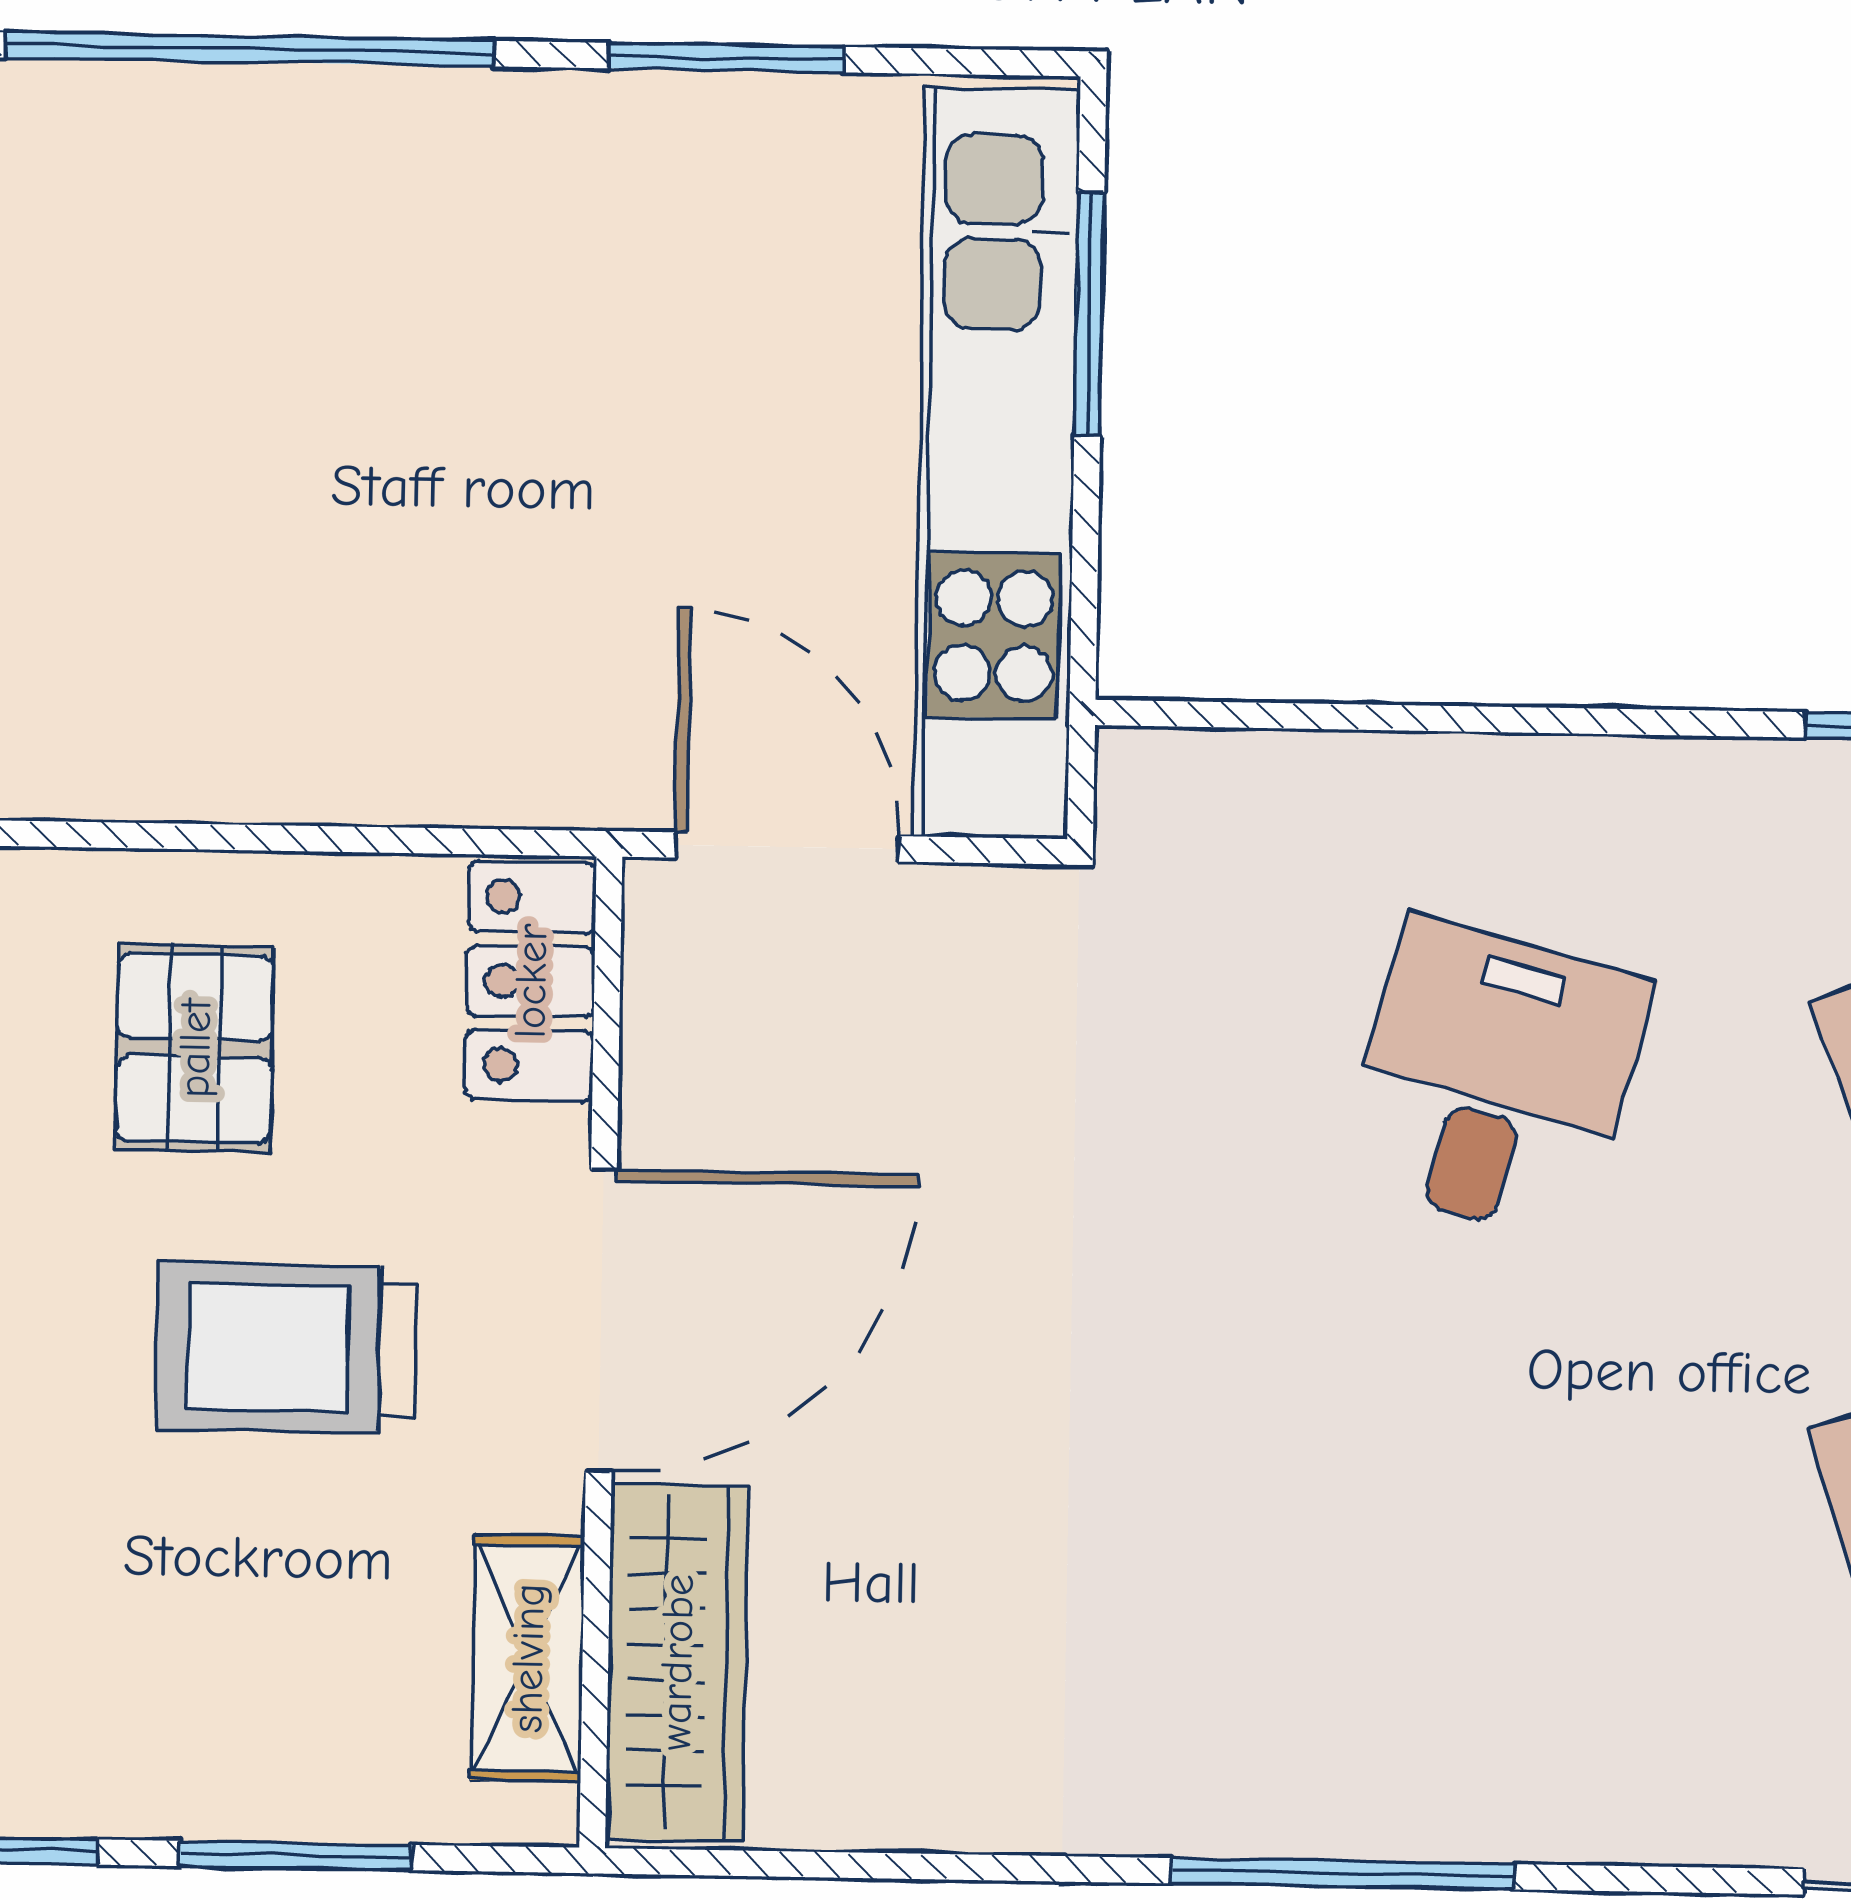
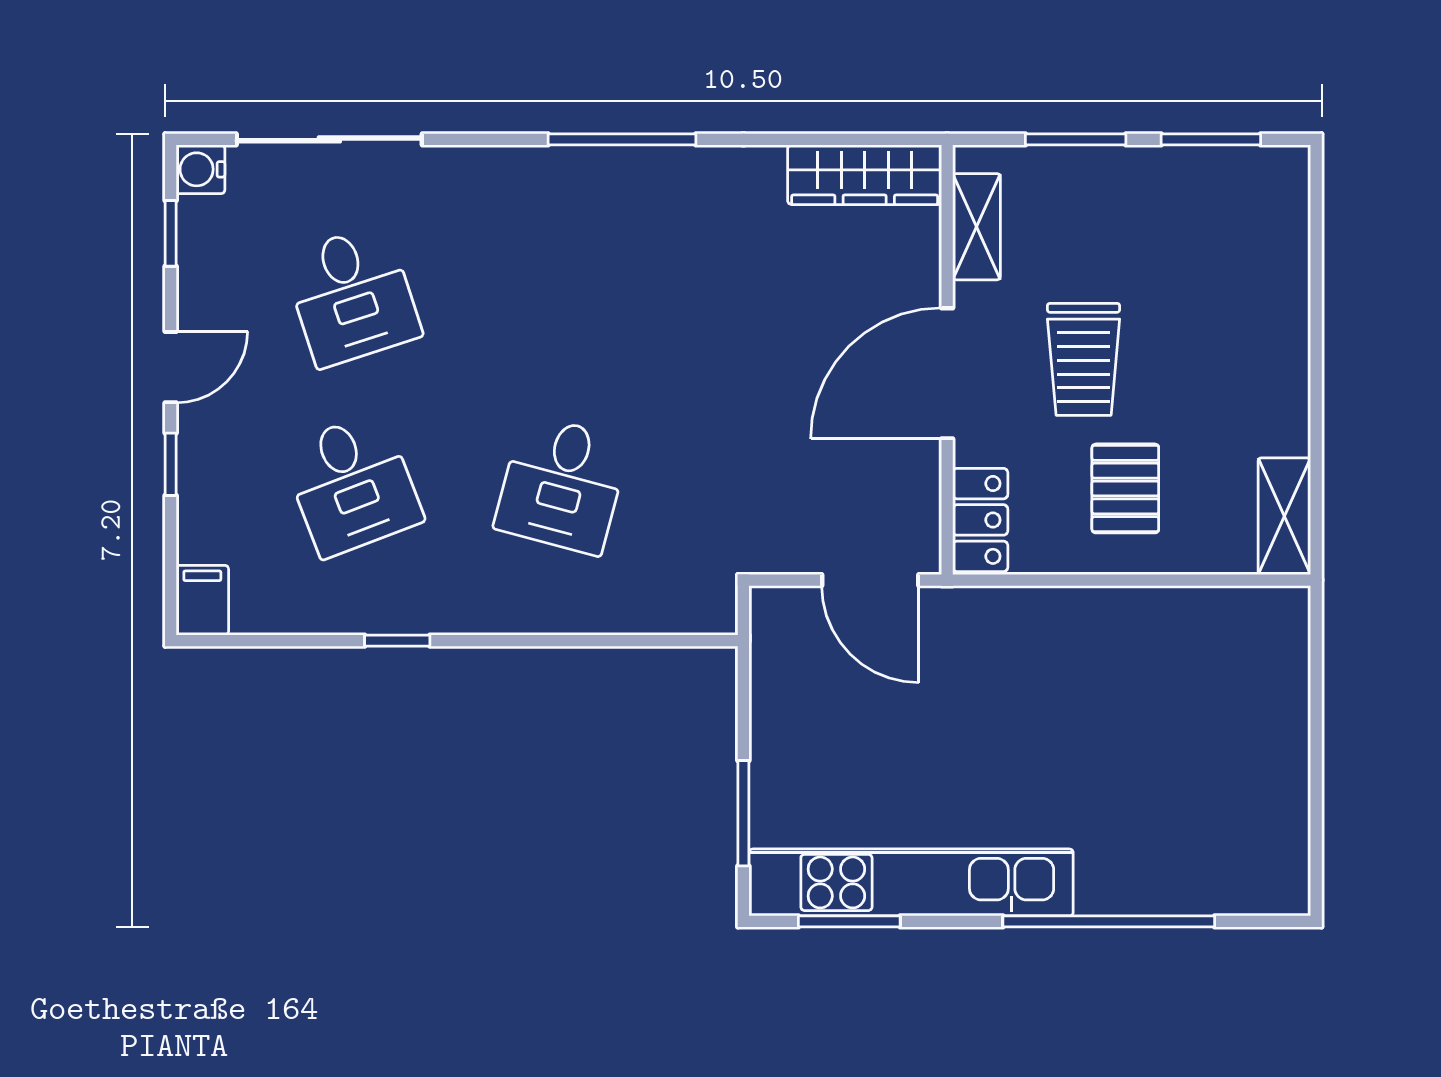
window: (726, 58) -> (849, 921), moved
kitchen unit: (997, 463) -> (911, 882), moved, turned -90
trolley: (286, 1348) -> (1084, 359), turned 90
wardrobe: (677, 1662) -> (865, 175), moved, turned -90

